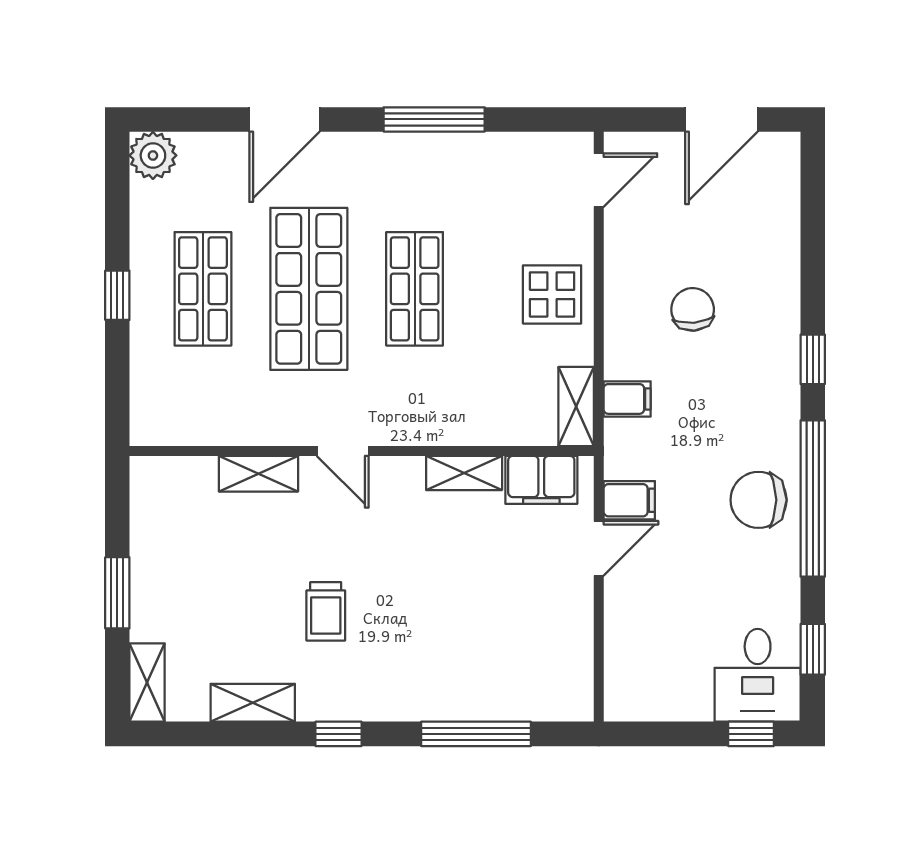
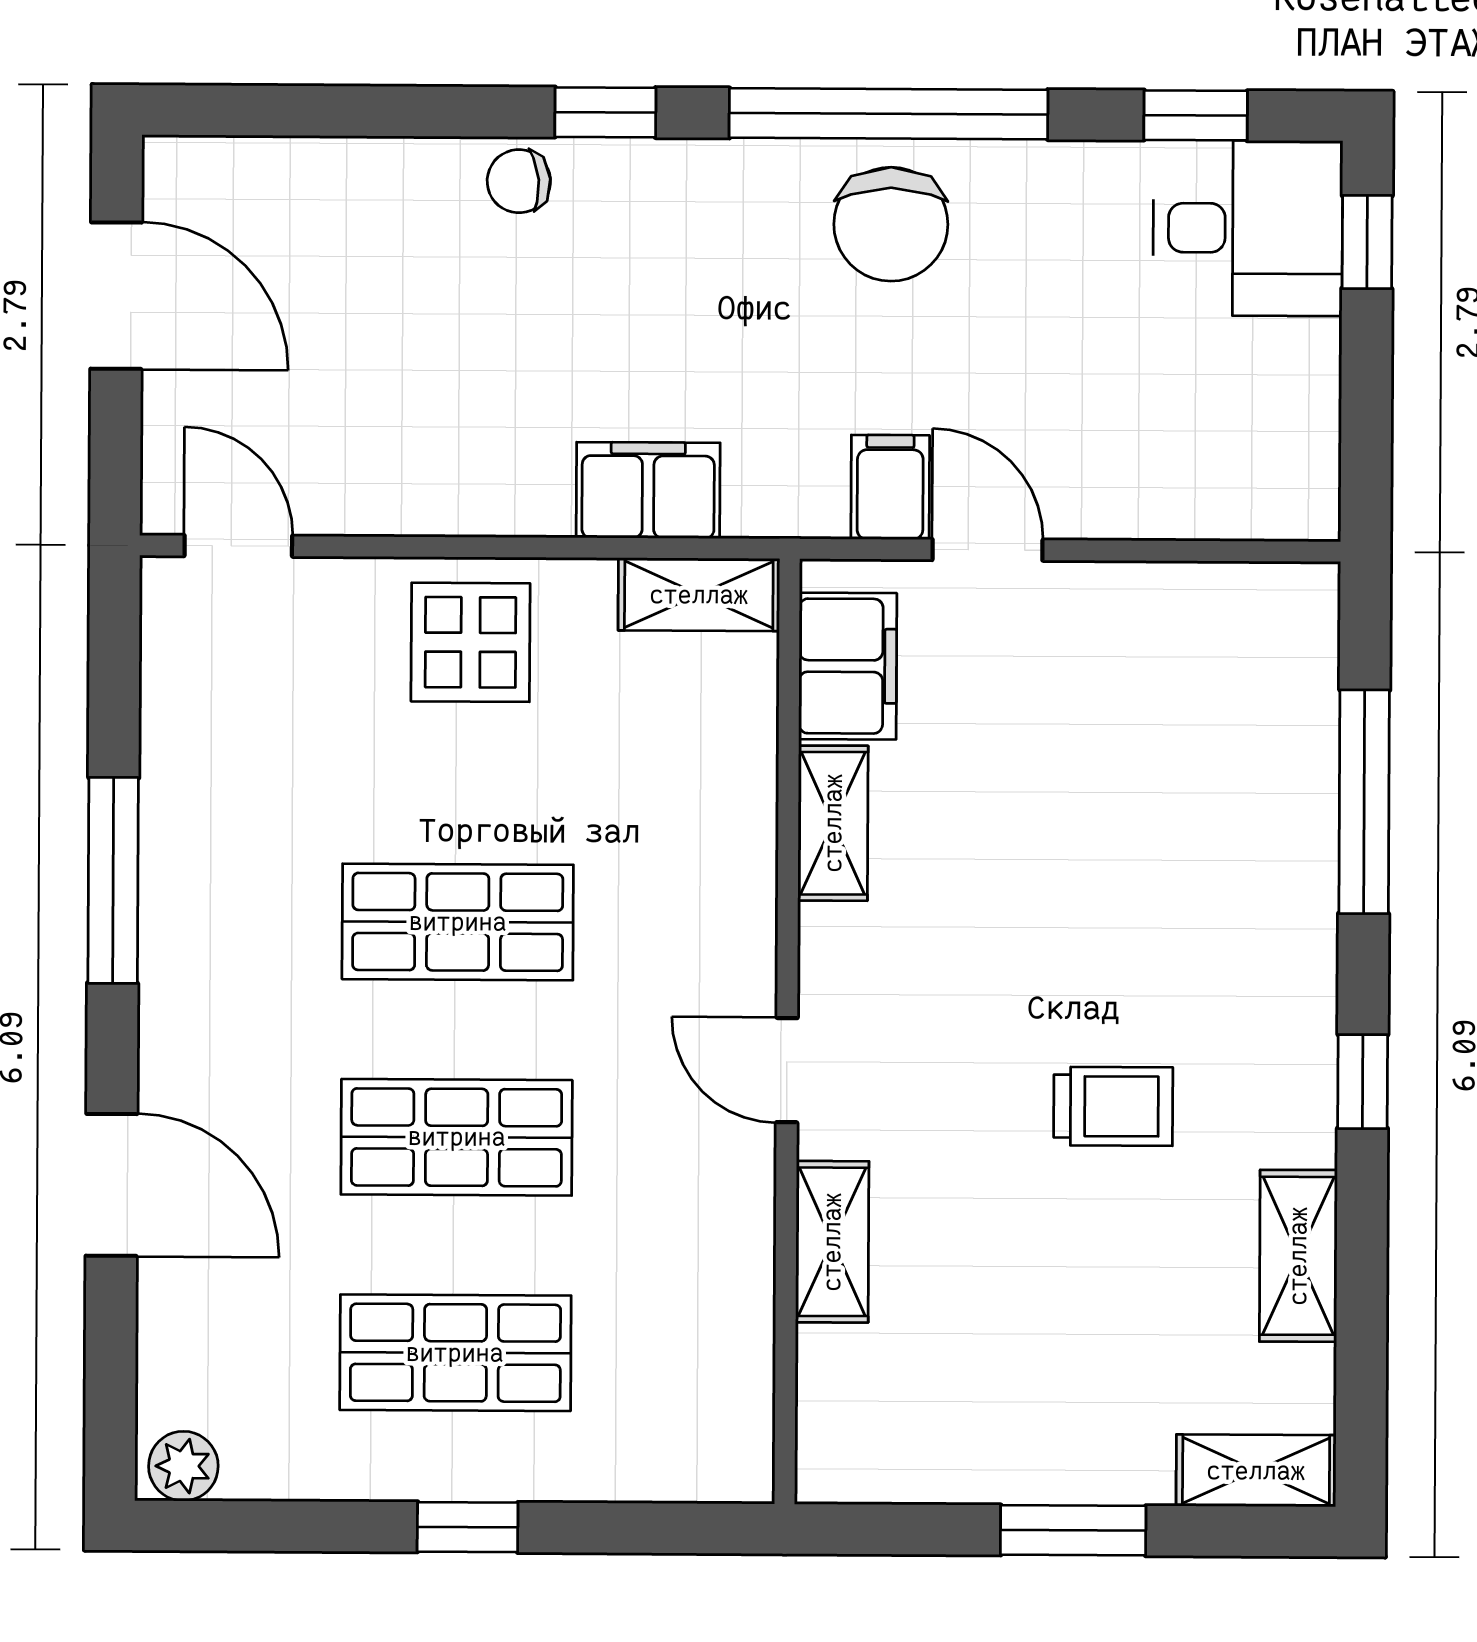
plant: (153, 155) -> (183, 1466), width x0.73, depth x0.73
shop shelf: (309, 289) -> (457, 1137), width x0.70, depth x0.74
chair: (693, 309) -> (519, 181), moved, width x0.73, depth x0.73
filing cabinet: (627, 399) -> (648, 490), width x2.00
door: (343, 451) -> (787, 1070), swing flipped

